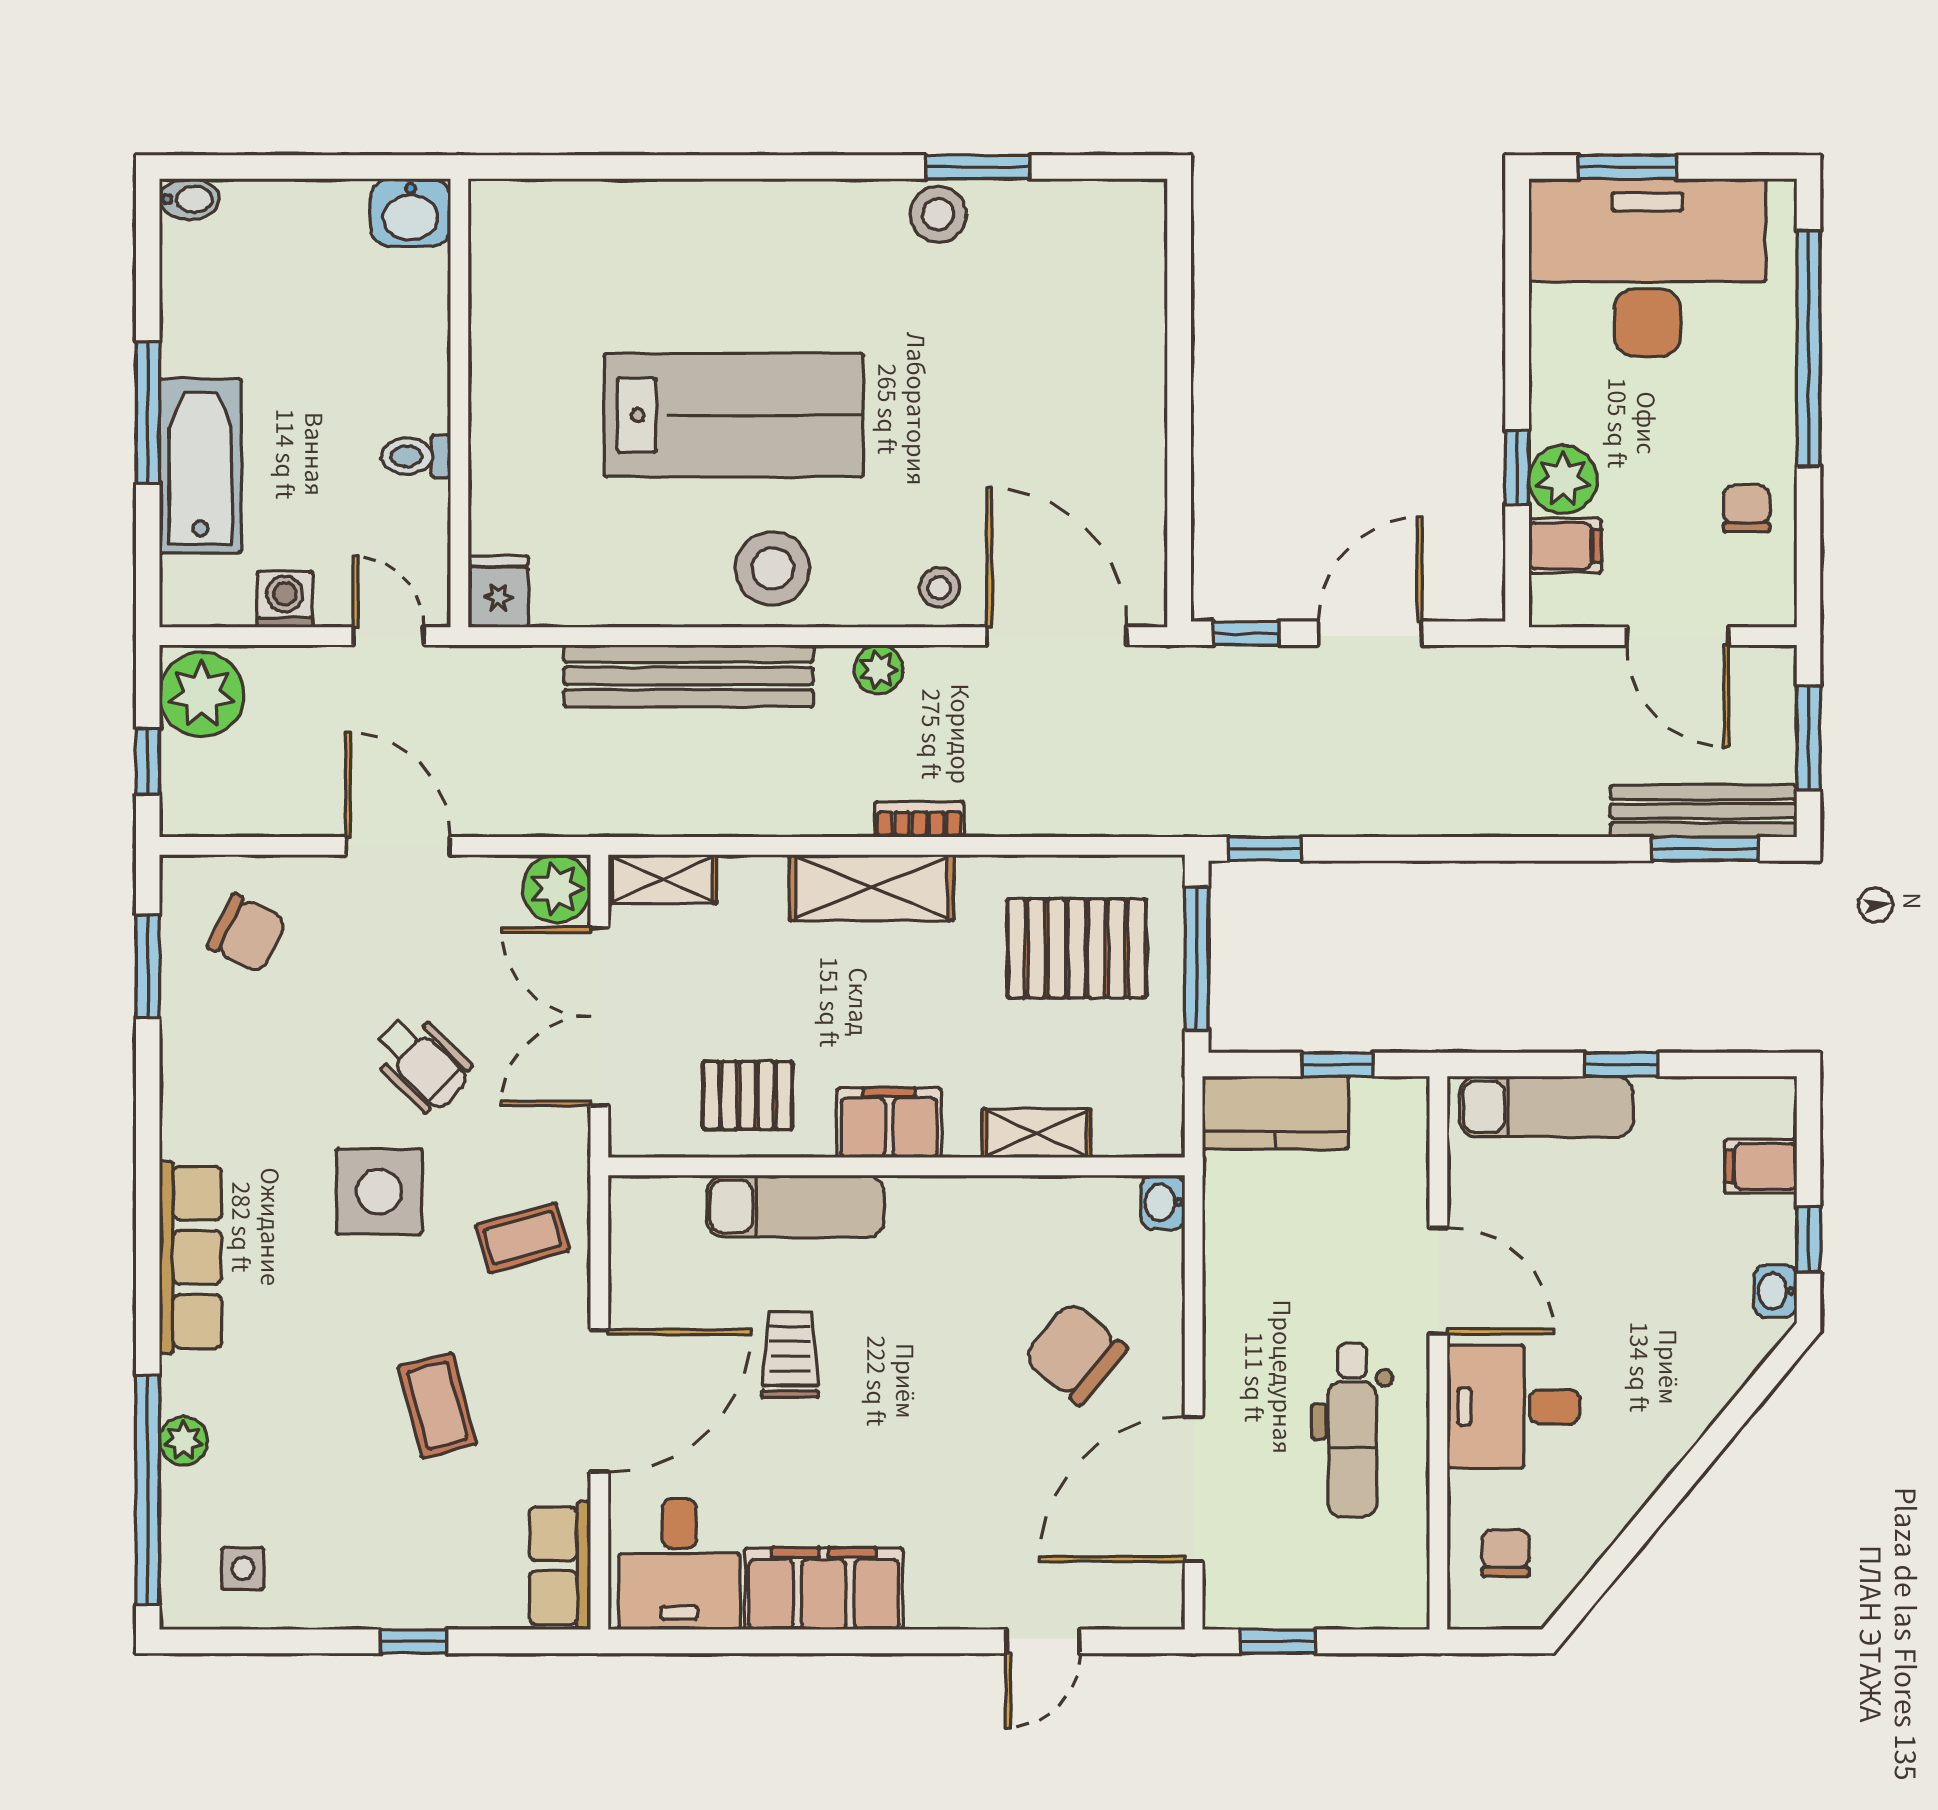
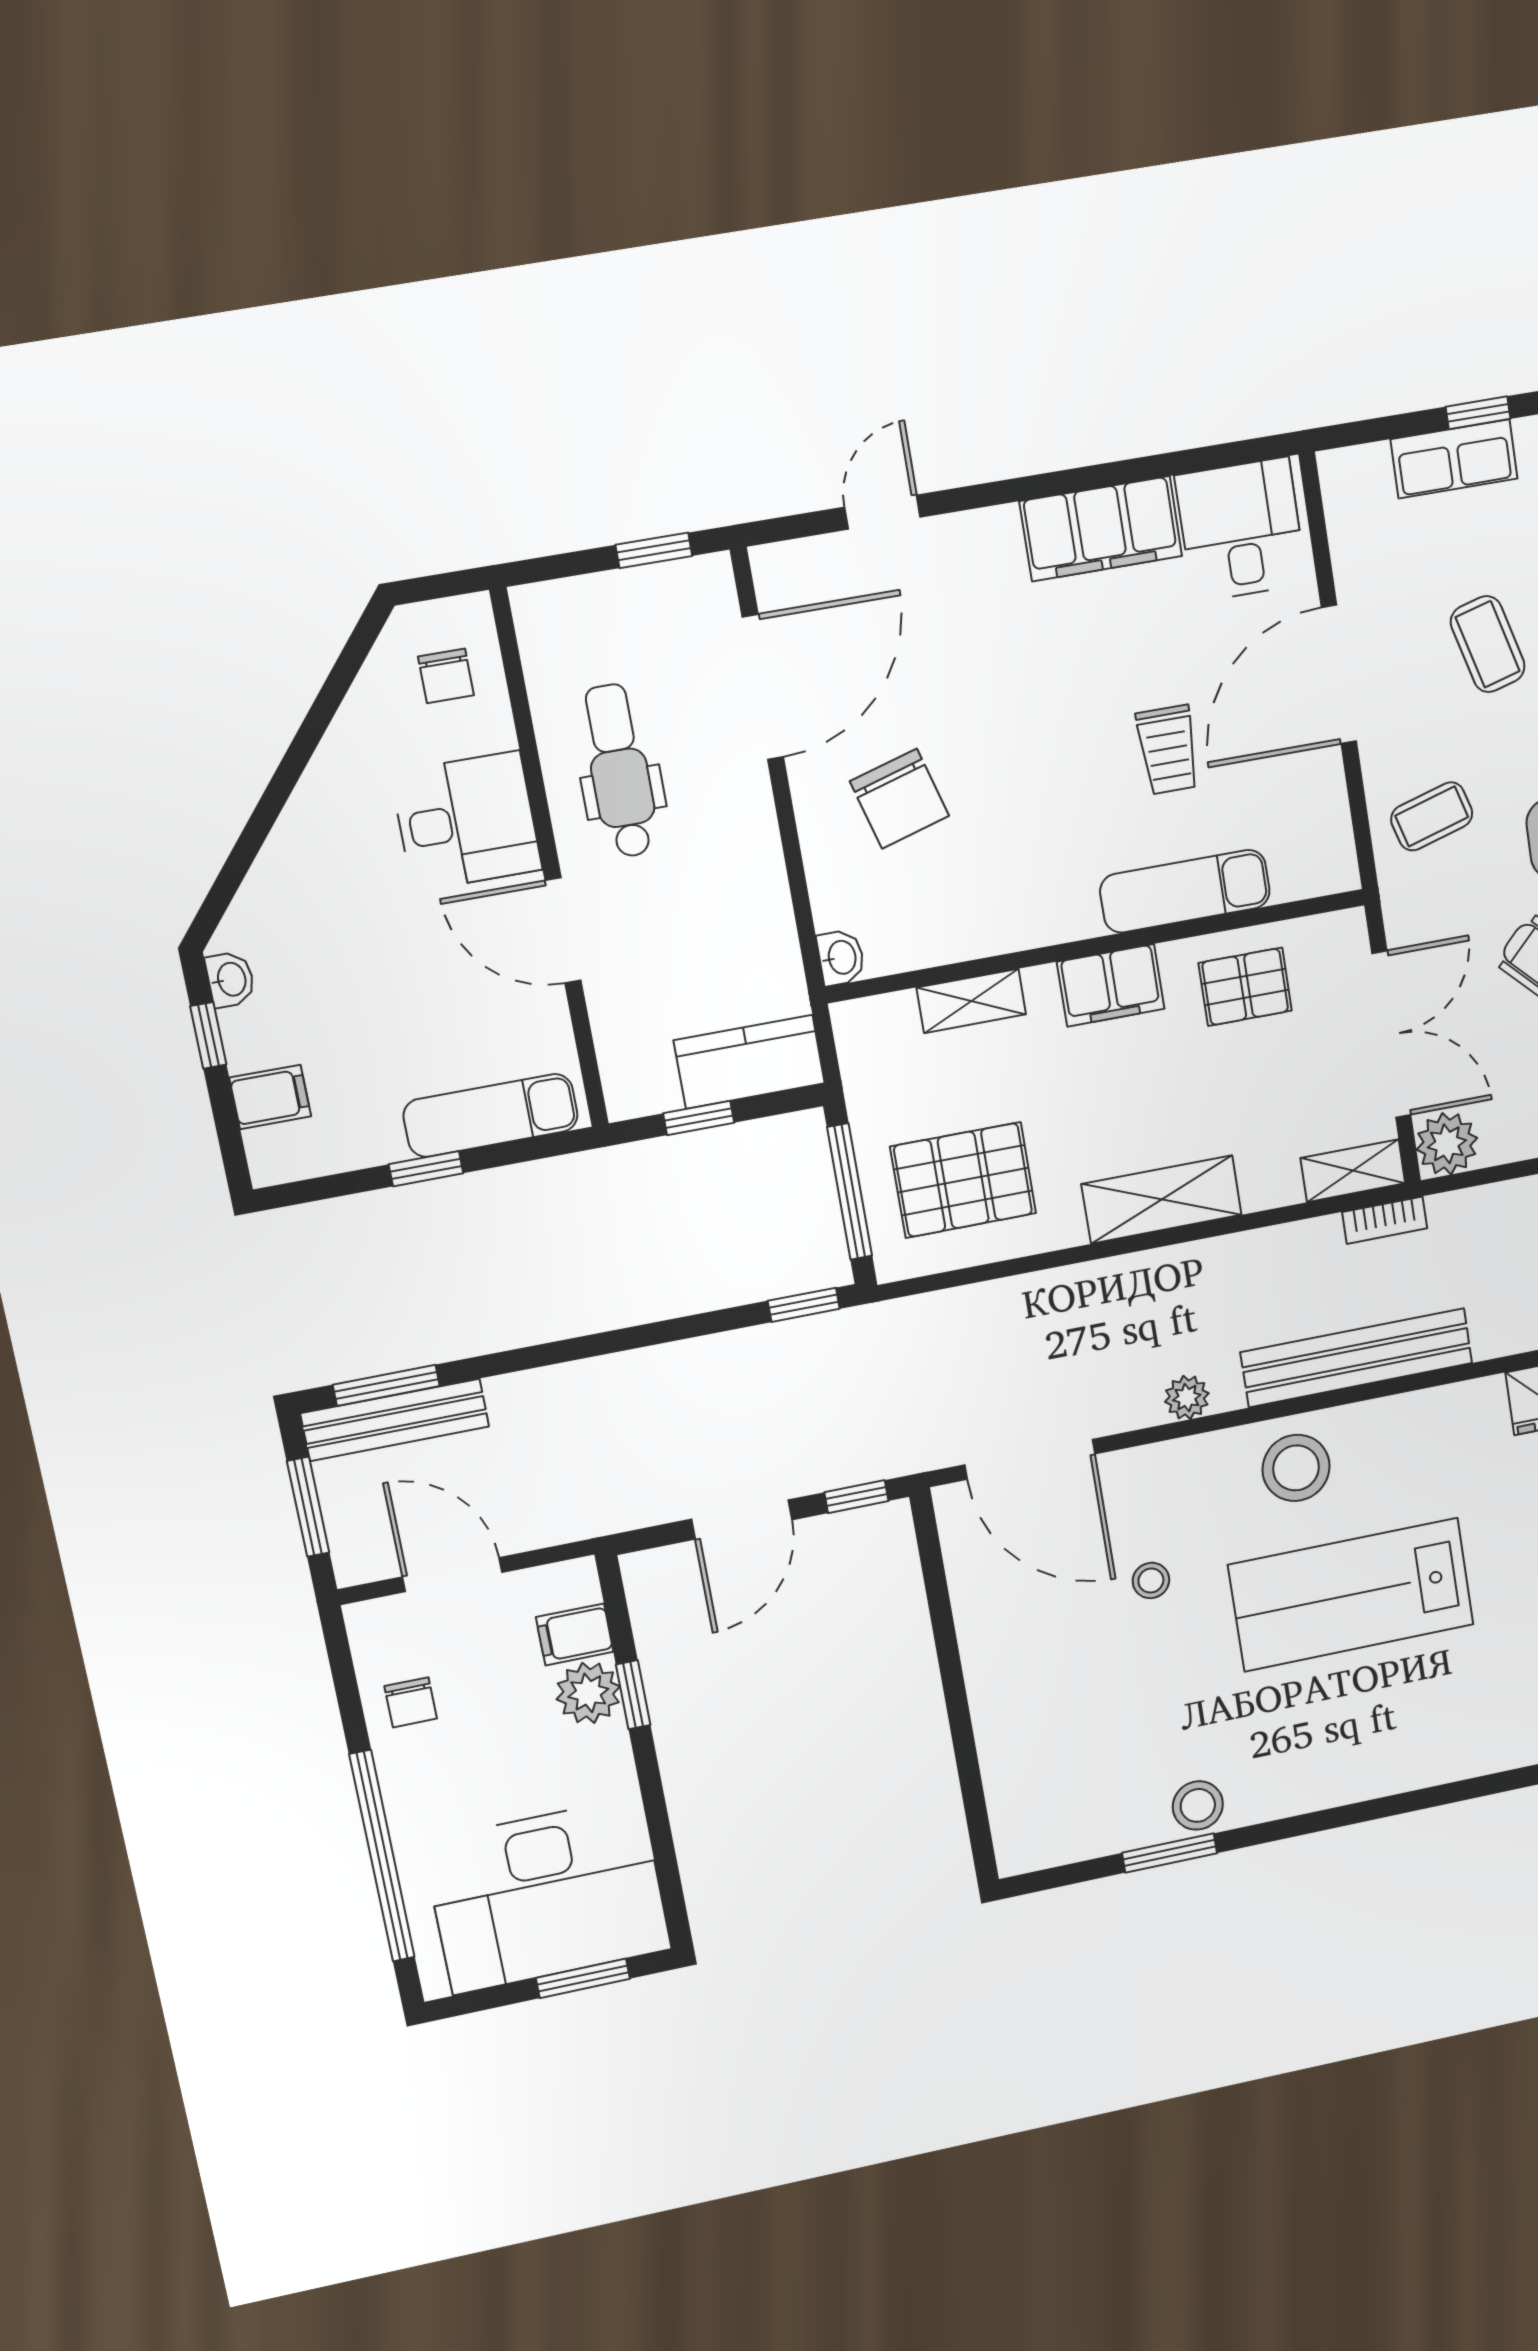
stool: (939, 588) -> (1151, 1580), moved
bookcase: (919, 819) -> (1385, 1220), moved
chair: (1075, 1353) -> (899, 799), turned 34
row of seats: (560, 1566) -> (1454, 459), moved, turned 90

